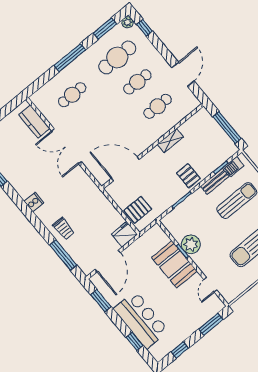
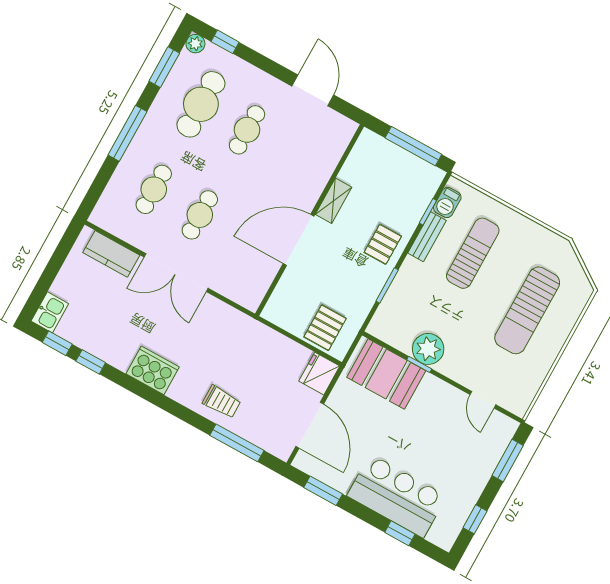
cafe table: (158, 106) -> (200, 215), moved
door: (125, 169) -> (299, 240), moved
pallet: (188, 176) -> (383, 244), turned 90
cooker: (34, 202) -> (153, 370), width x1.87, depth x1.31
booth: (174, 264) -> (386, 374), moved

